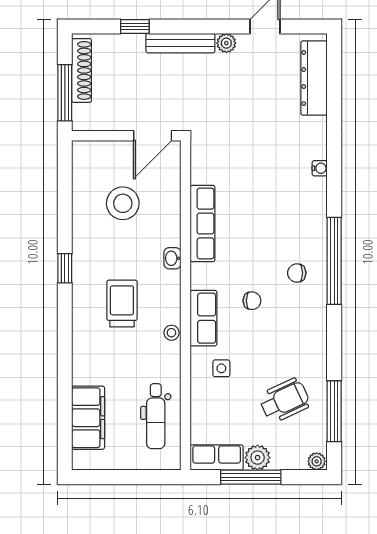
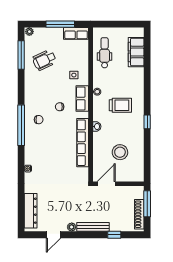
row of seats: (203, 224) -> (83, 143), width x1.36
trolley: (122, 304) -> (120, 105), turned -90
plant: (258, 458) -> (57, 33), removed

